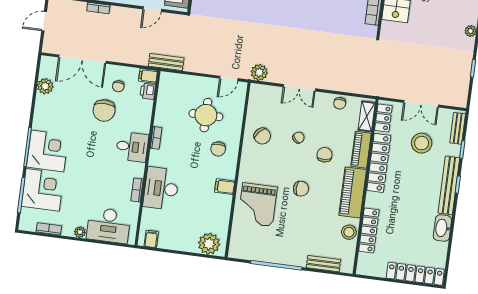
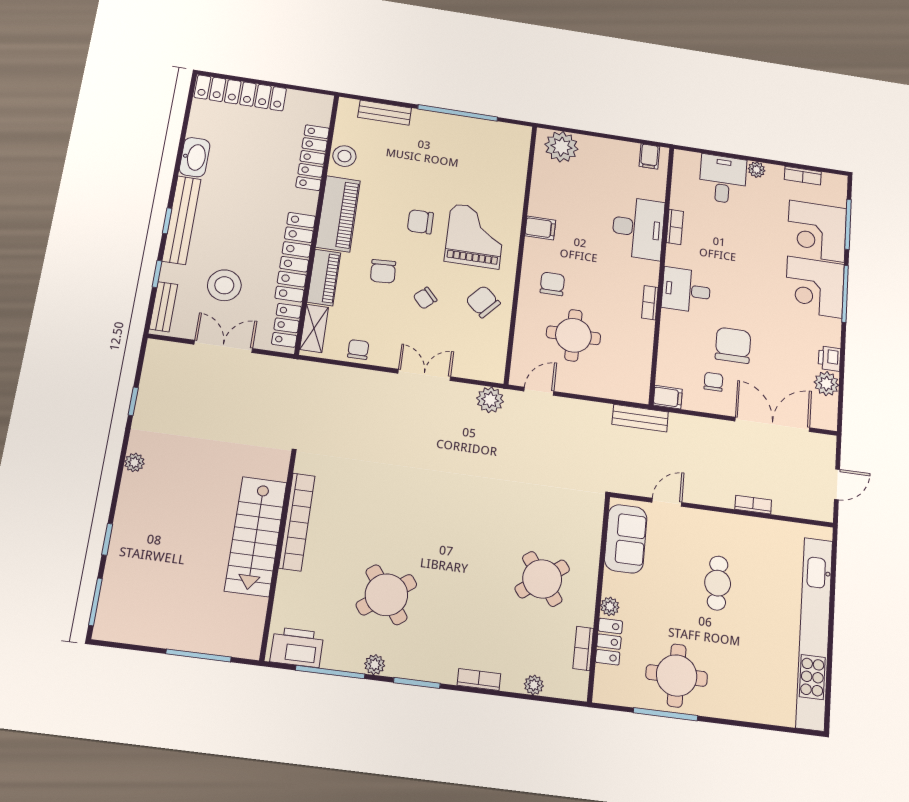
printer: (148, 91) -> (829, 359), moved, turned 180
grand piano: (257, 205) -> (475, 236), moved
desk: (109, 225) -> (723, 179), width x0.73

